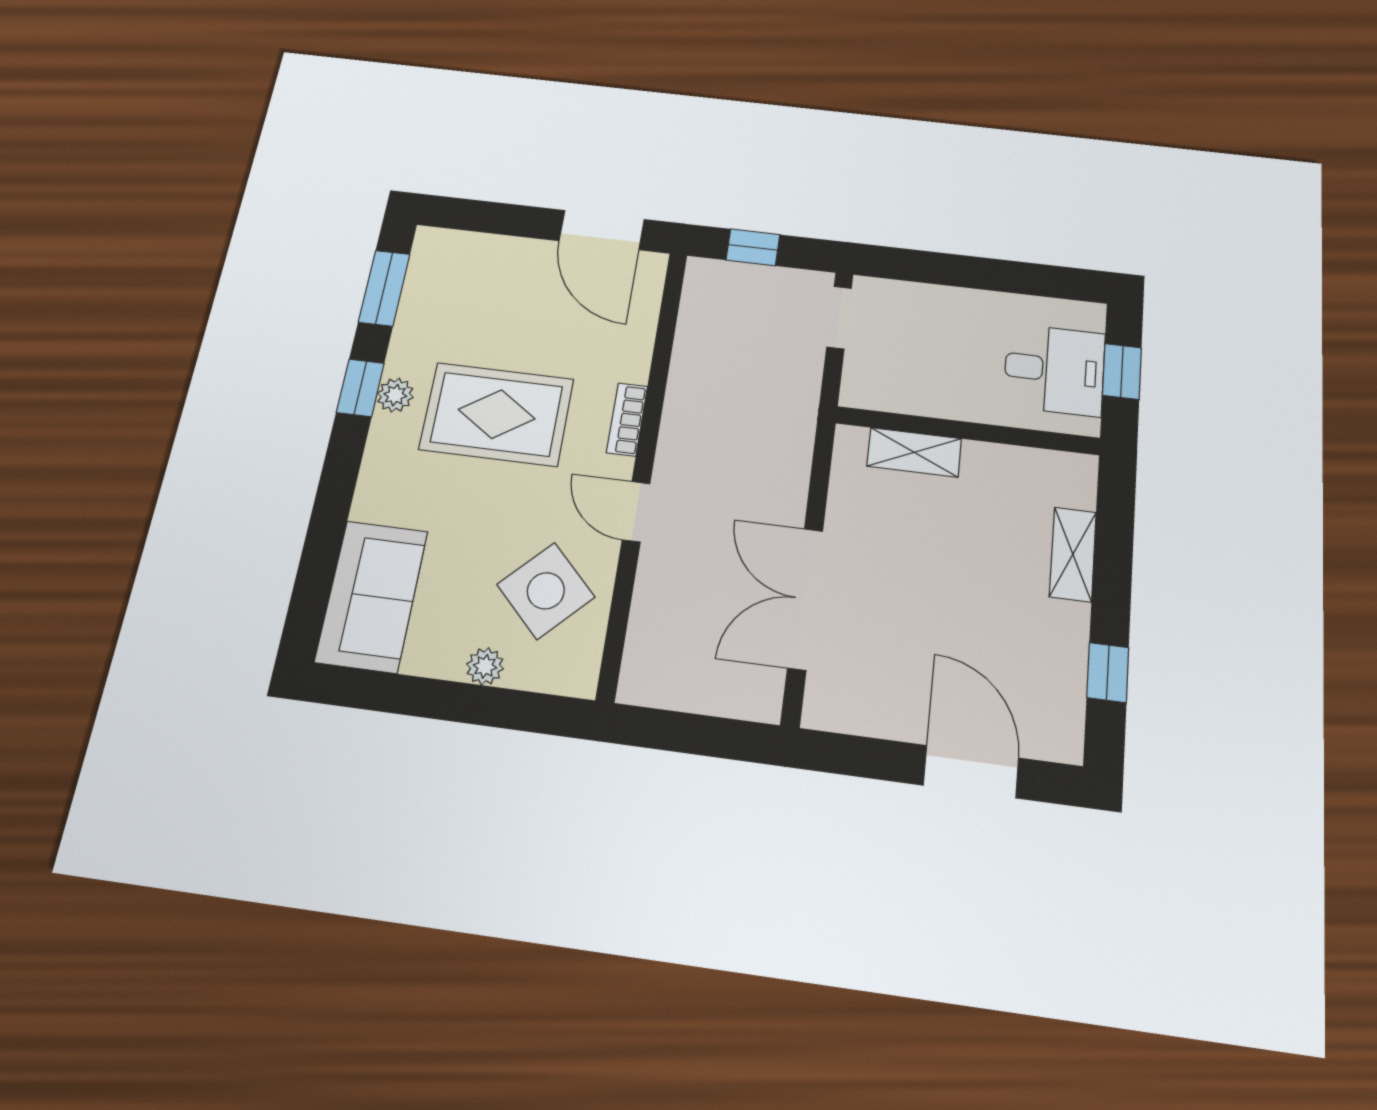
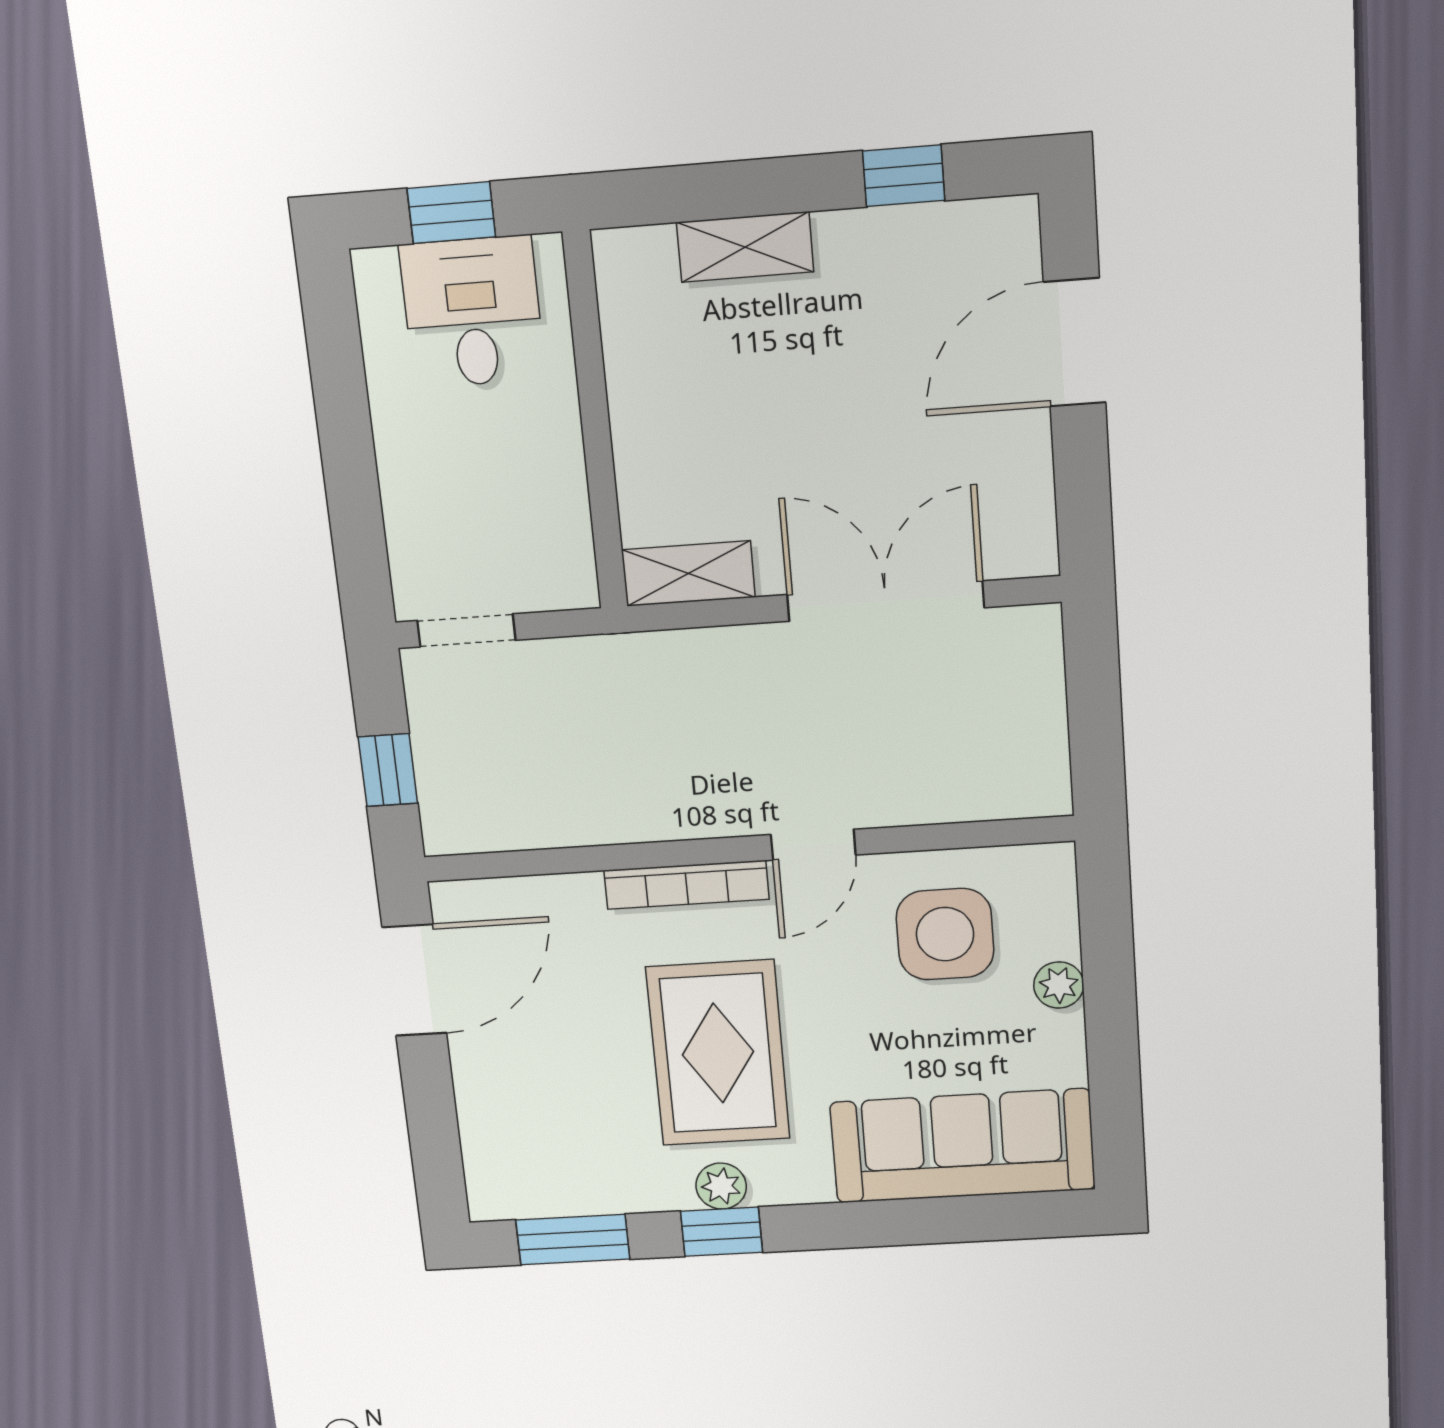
bookcase: (627, 419) -> (686, 885), width x1.56
shelving: (914, 452) -> (688, 573), moved, turned 90
side table: (546, 591) -> (945, 934), turned 45
sofa: (372, 596) -> (963, 1146), width x1.36
double door: (805, 599) -> (886, 601), swing flipped

